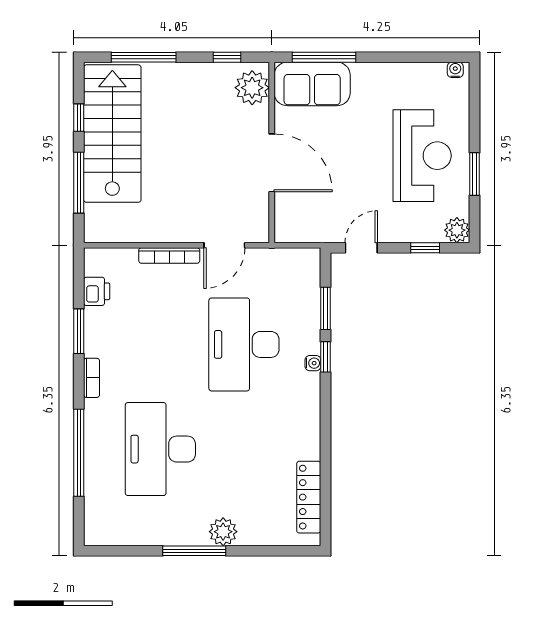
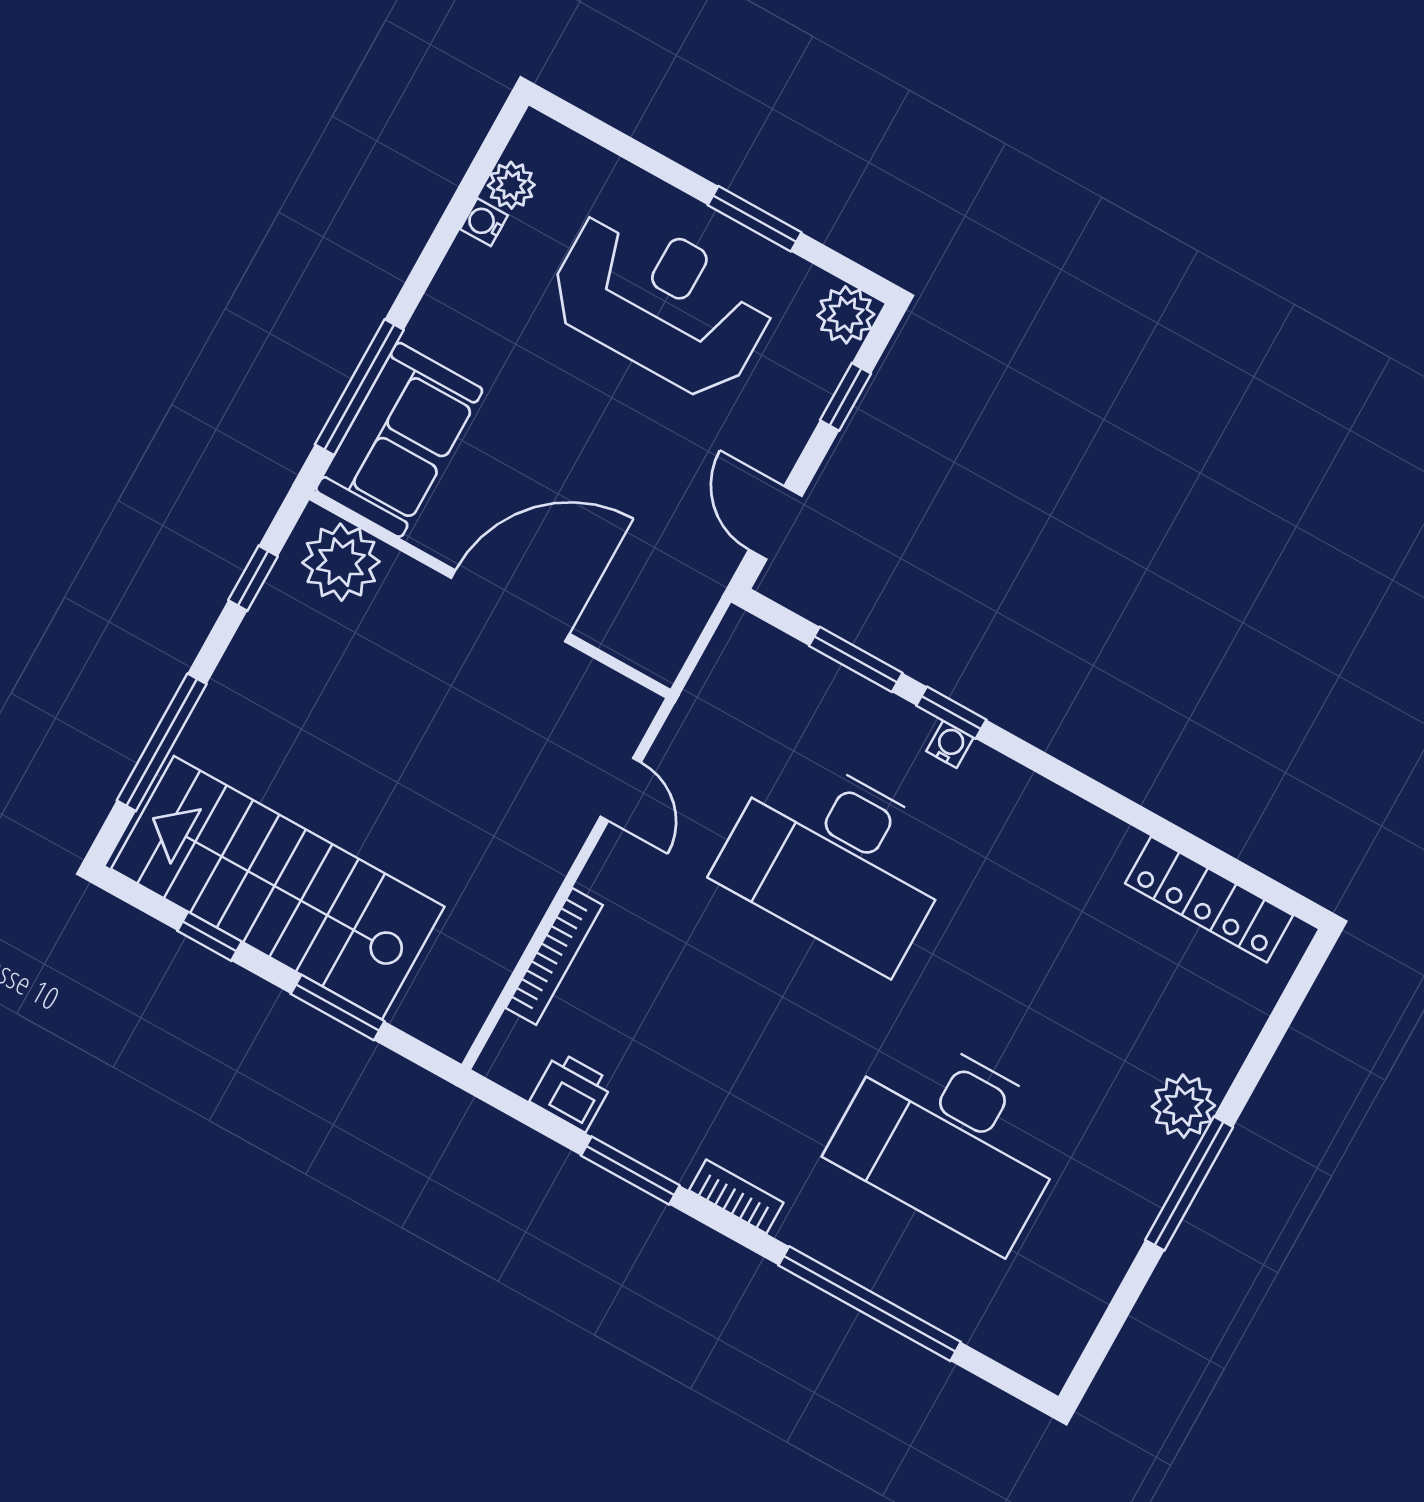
water cooler: (455, 70) -> (484, 222), moved
plant: (435, 72) -> (511, 185), added
window: (79, 183) -> (338, 1007), width x0.69
door: (224, 245) -> (621, 790), width x0.73
bookcase: (169, 256) -> (554, 956), moved

